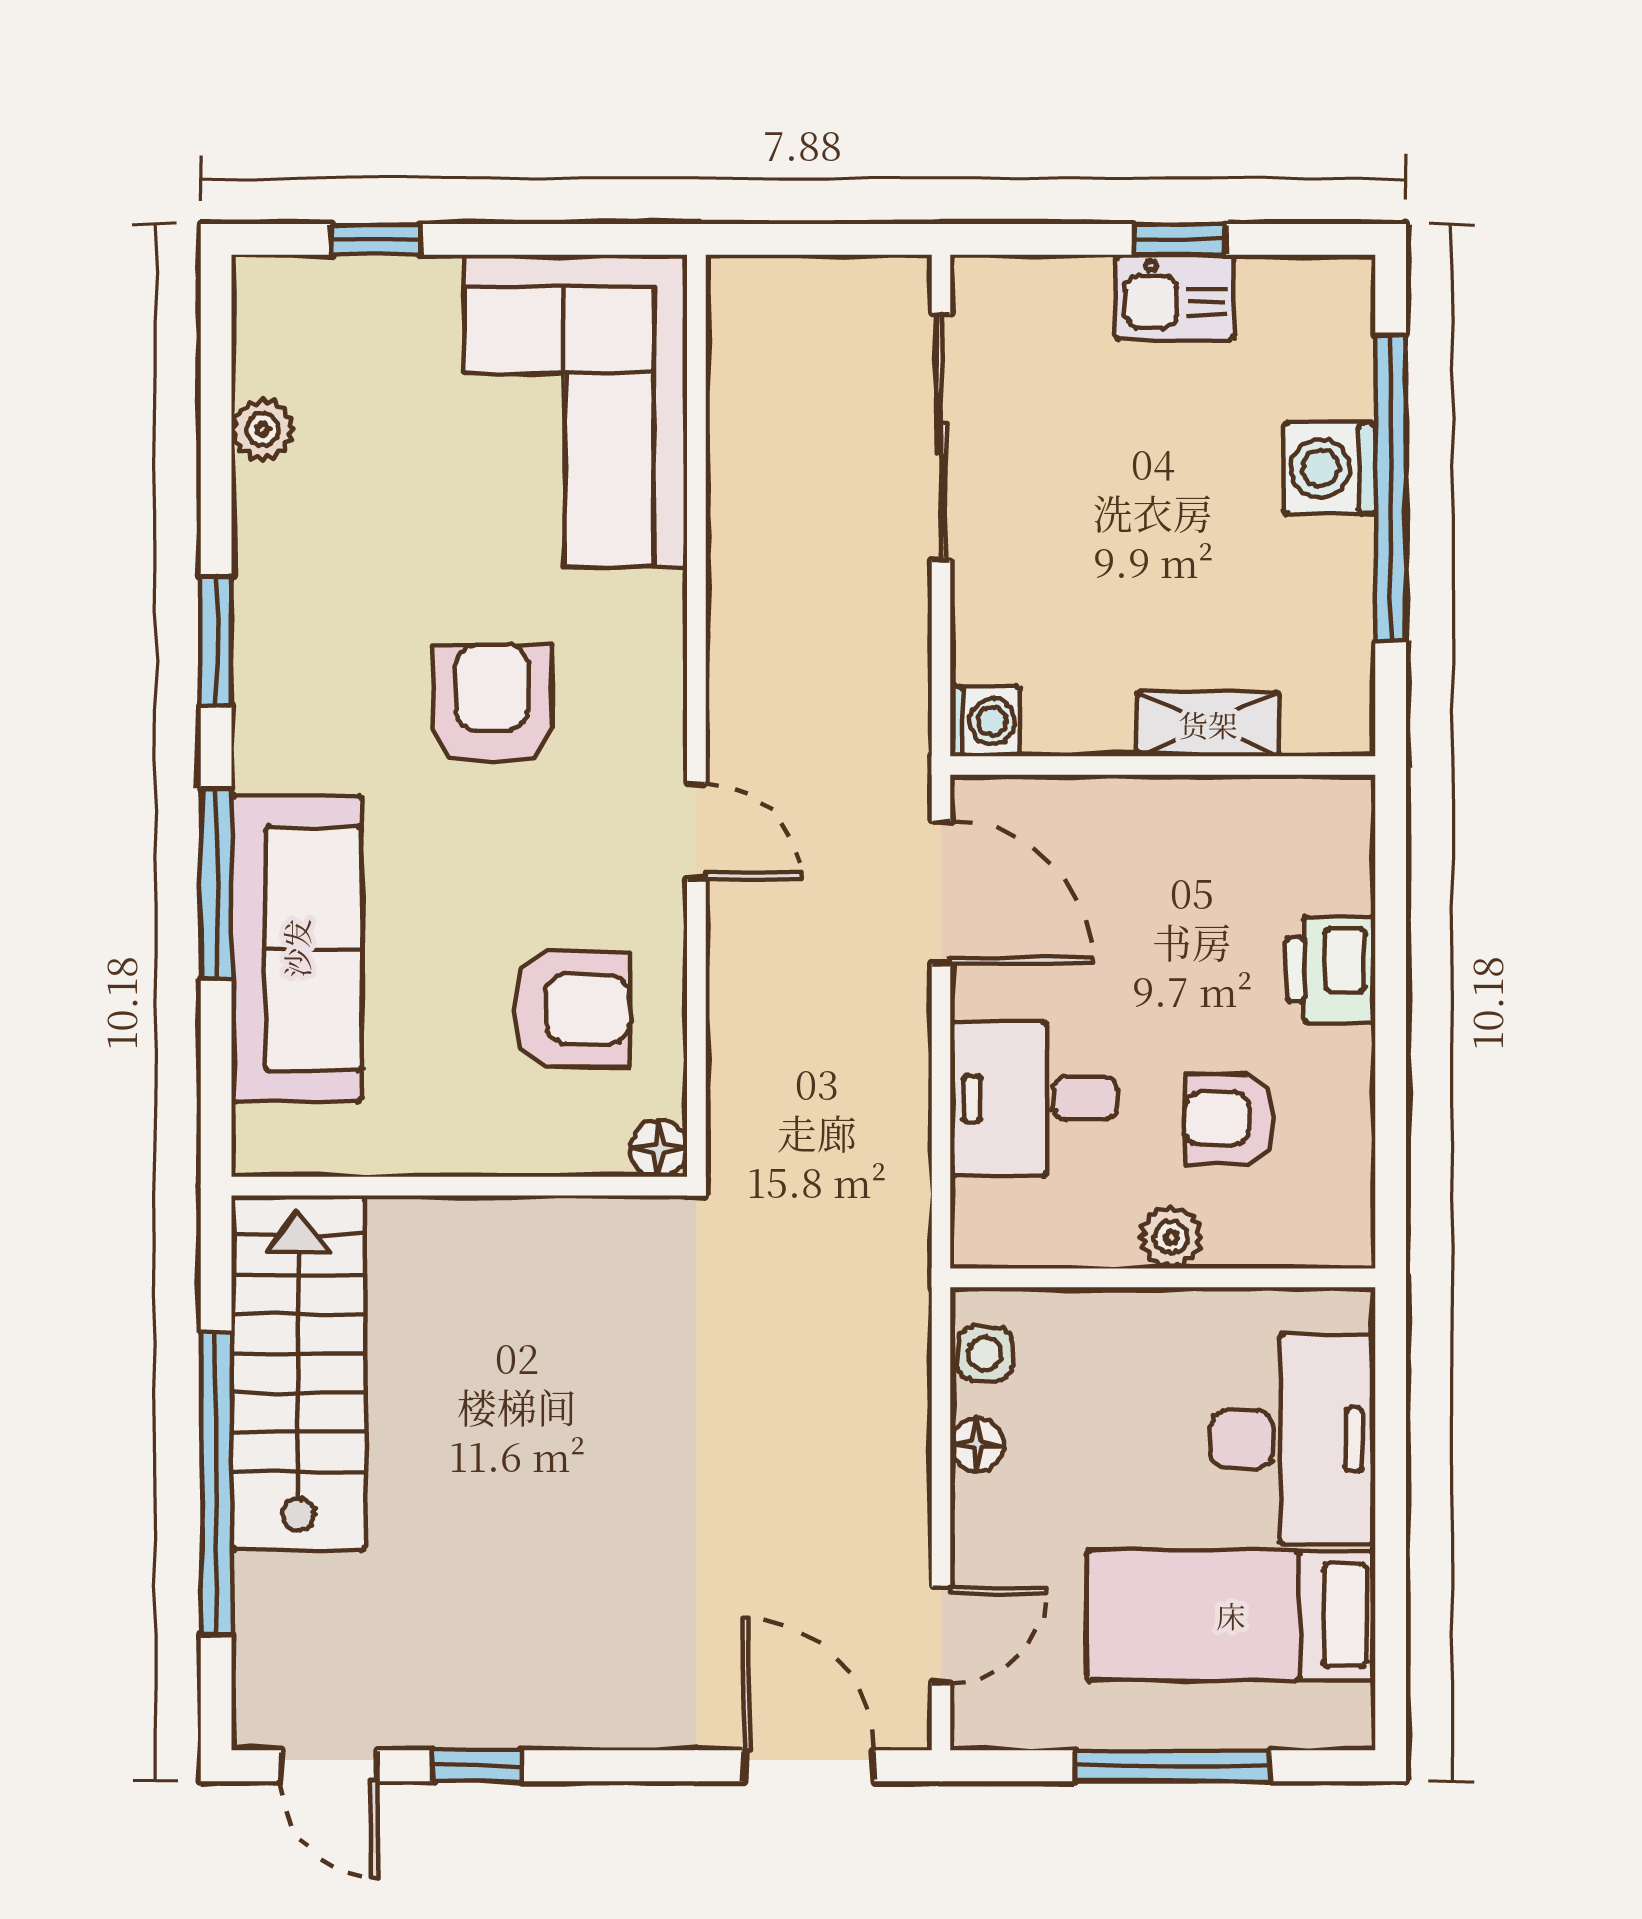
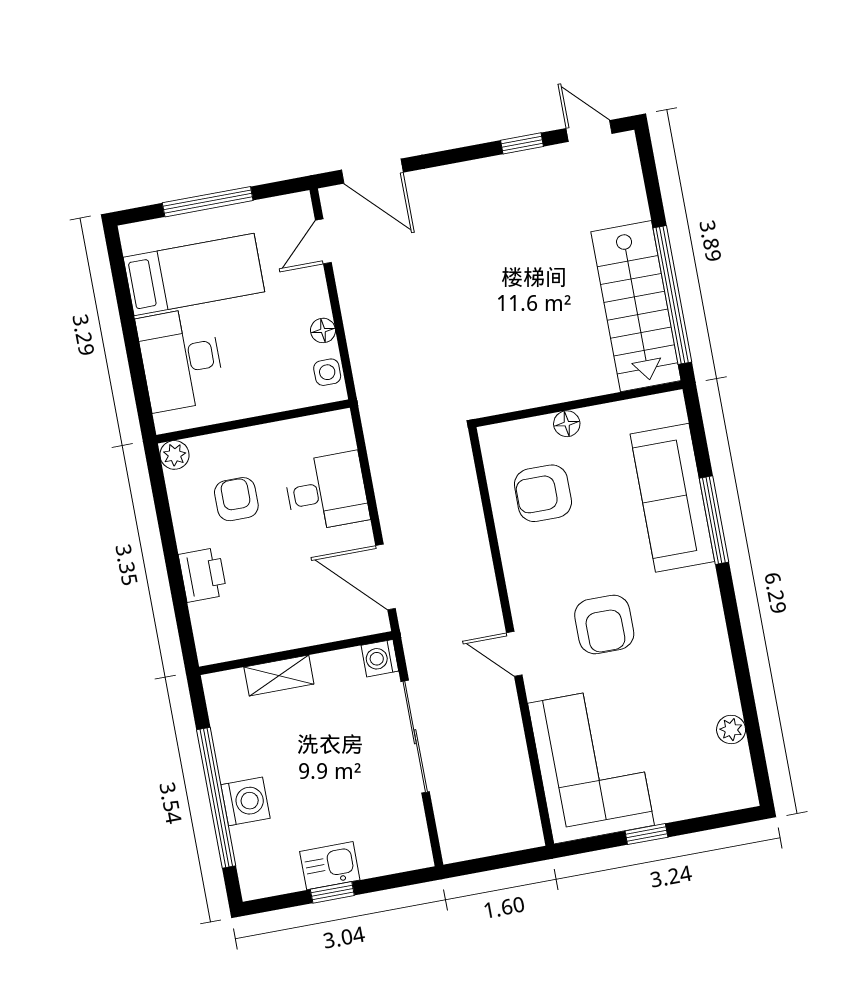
window: (376, 239) -> (646, 834), moved
sliding door: (941, 437) -> (415, 737), moved
window: (216, 641) -> (734, 630), removed
door: (696, 831) -> (514, 654), moved
armchair: (1229, 1118) -> (236, 499), turned -90
floor lamp: (659, 1149) -> (567, 424), moved
plant: (1171, 1237) -> (175, 455), moved
window: (216, 1483) -> (672, 295), moved

